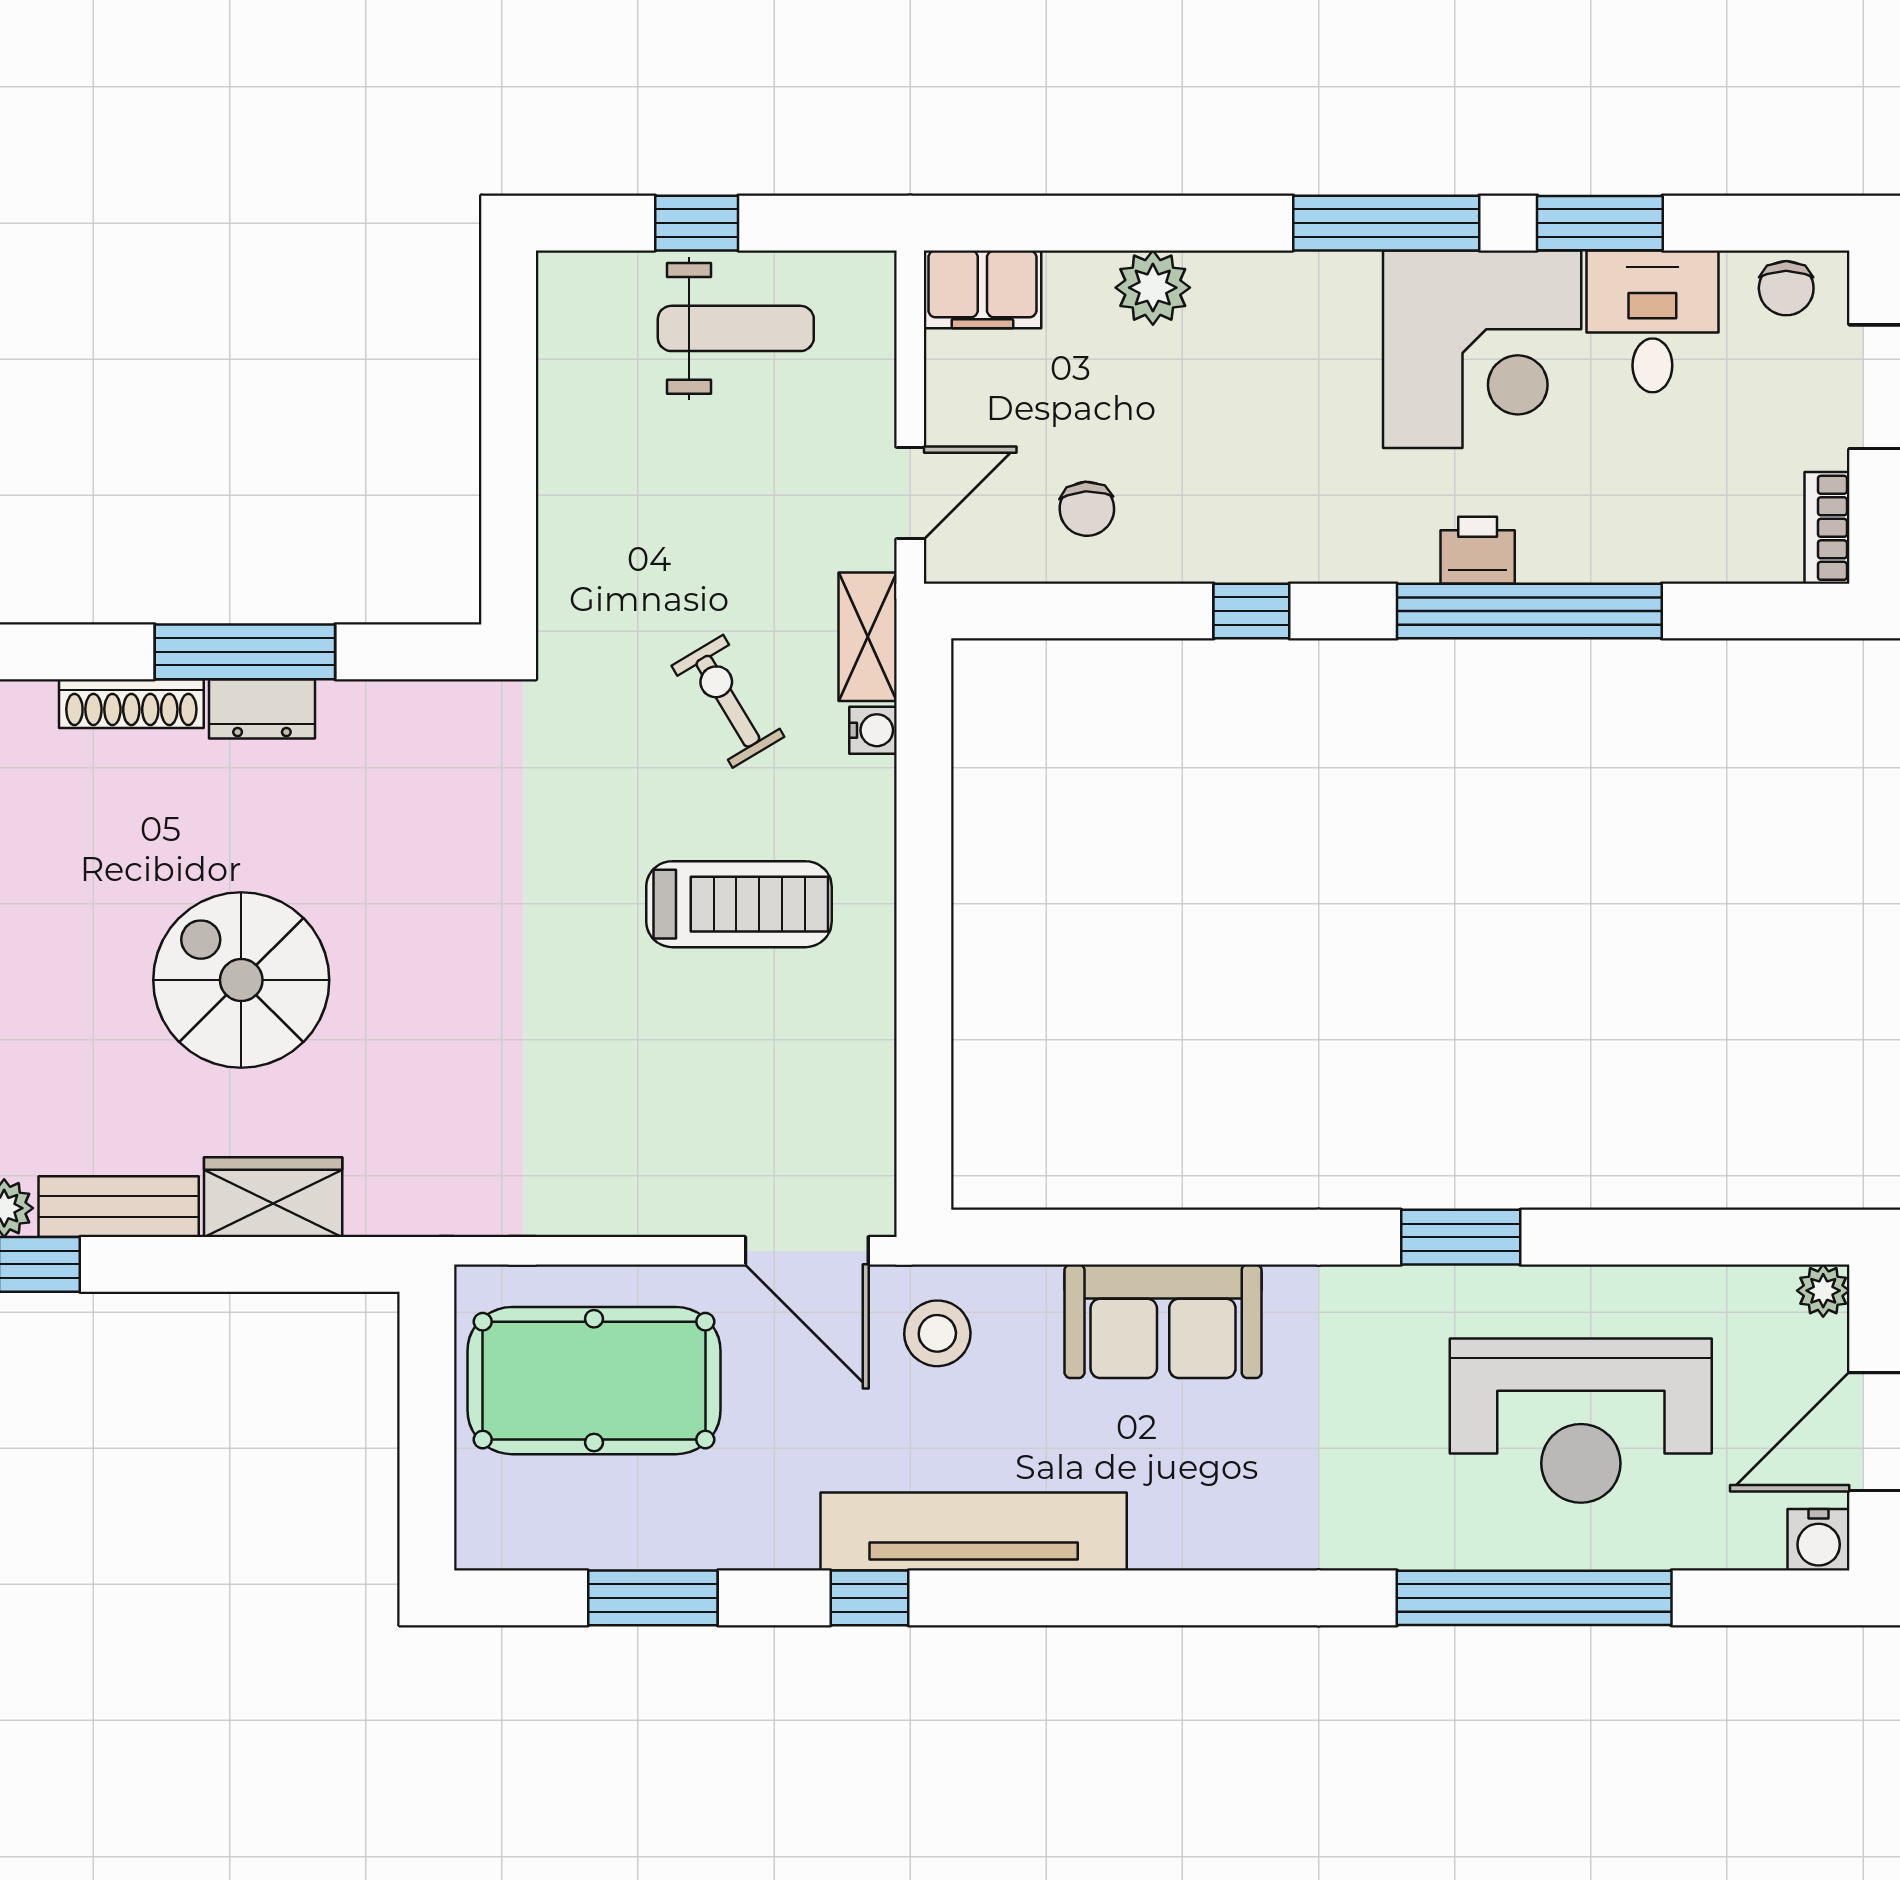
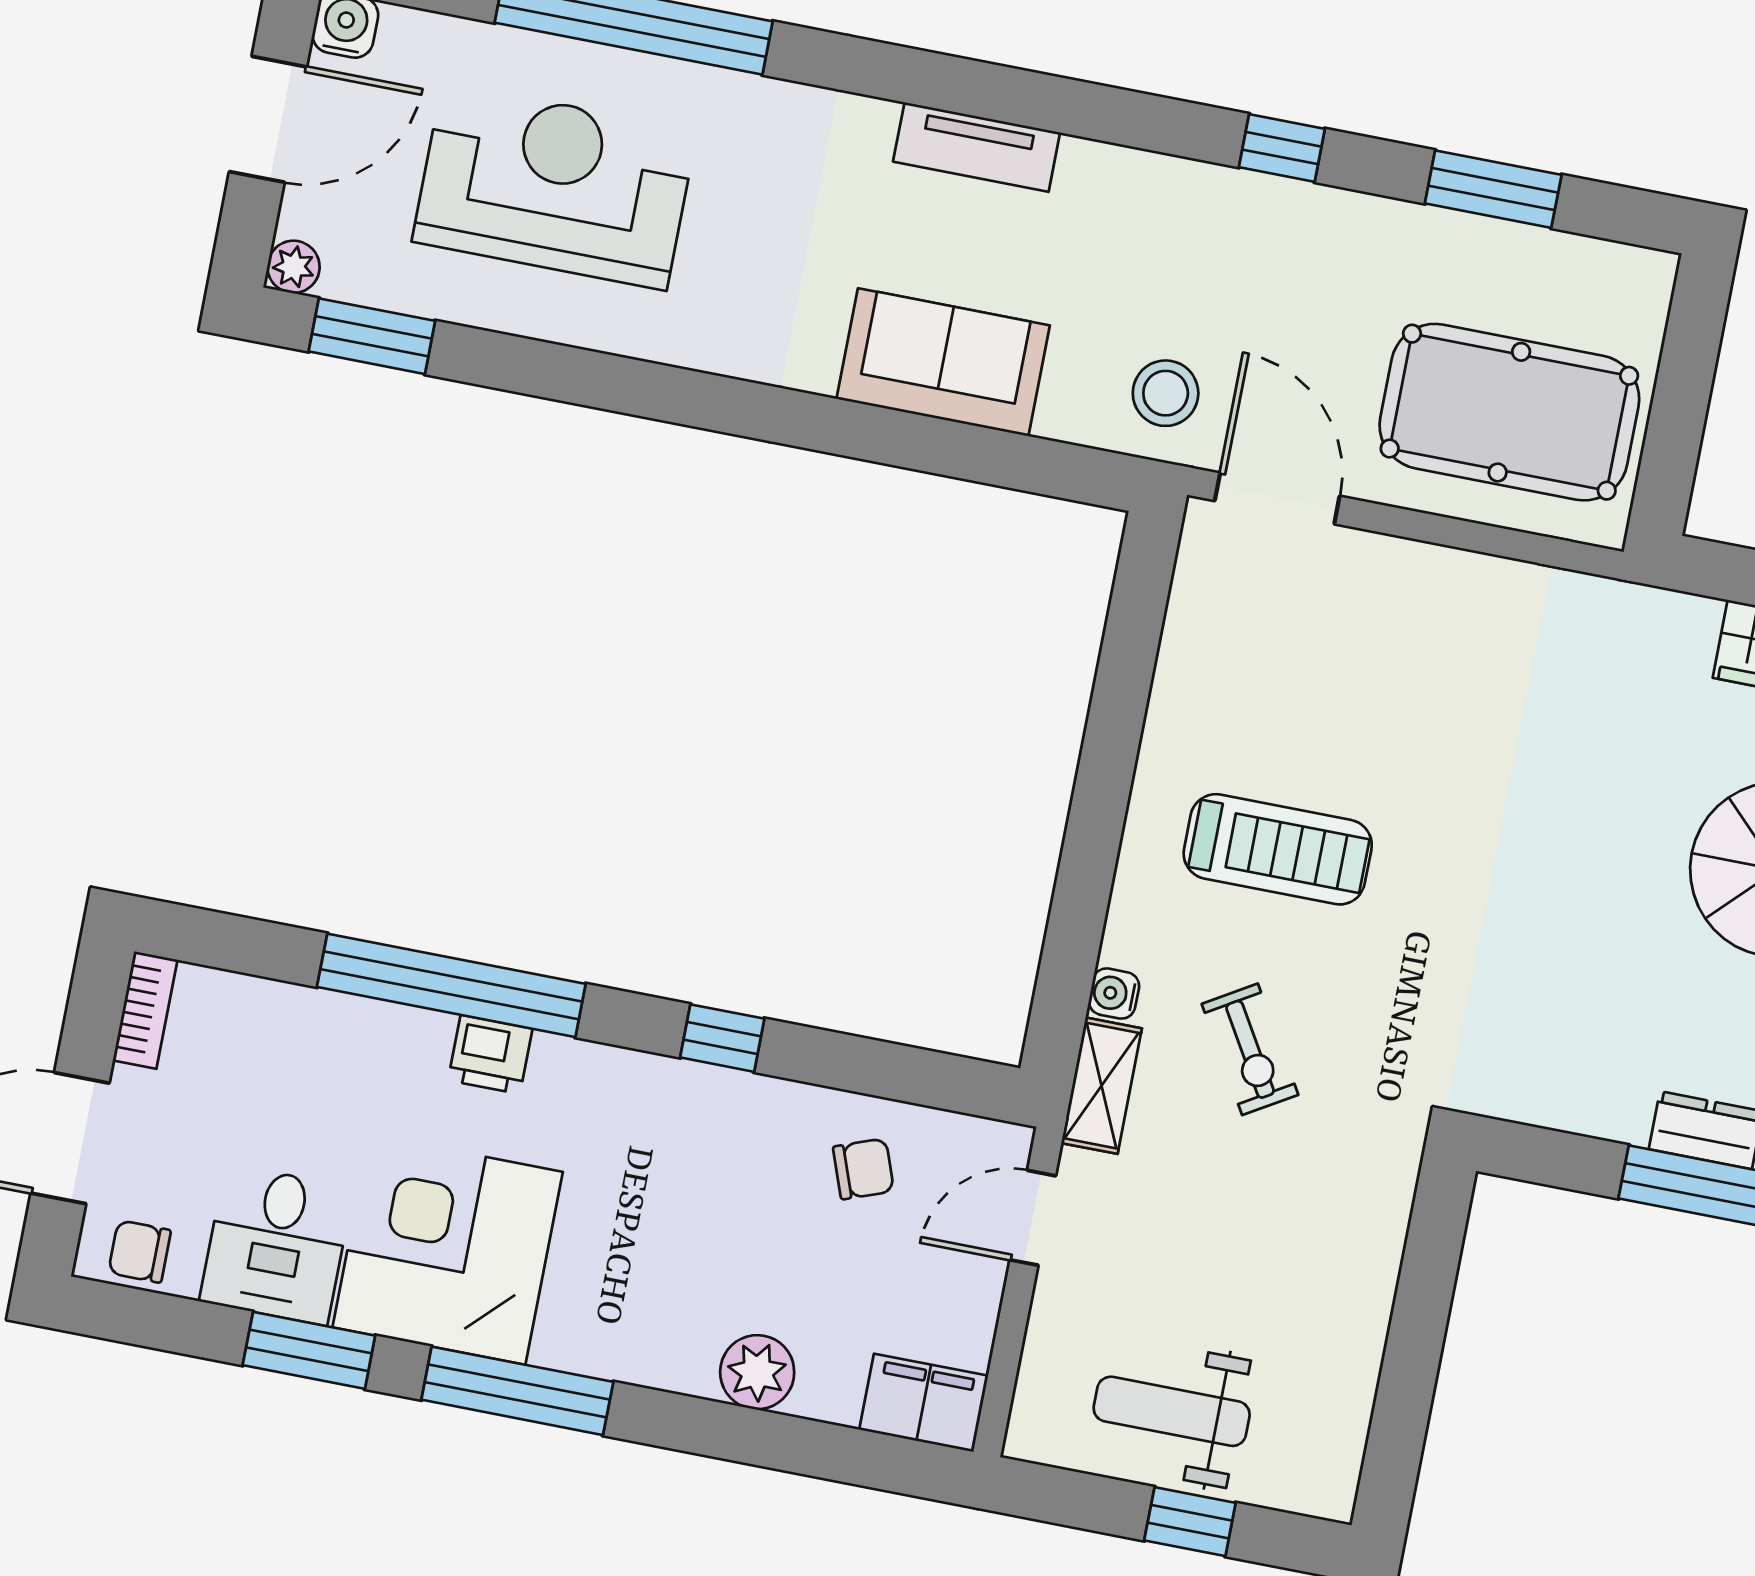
chair: (1786, 288) -> (140, 1252), turned -90
chair: (1087, 509) -> (863, 1169), turned 73
treadmill: (739, 904) -> (1278, 849), turned 180
window: (1461, 1237) -> (372, 336), moved
tv unit: (974, 1531) -> (977, 147), moved, width x0.52, depth x0.78

